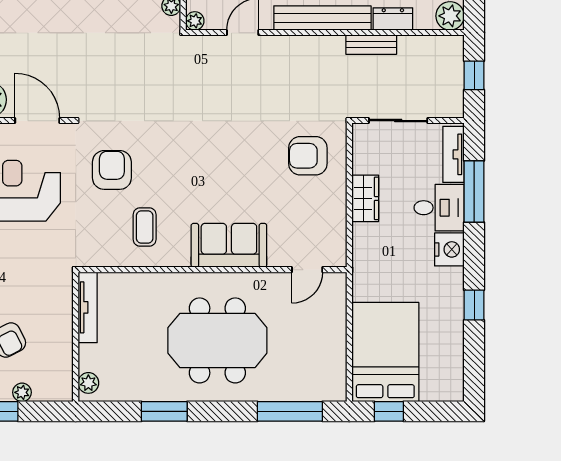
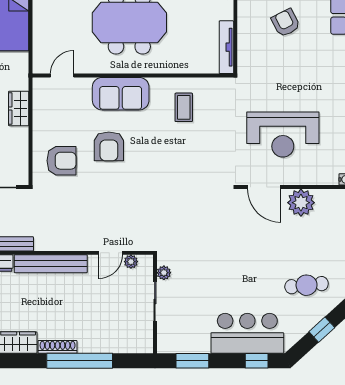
plant: (195, 21) -> (131, 262), moved
armchair: (112, 170) -> (109, 146), moved
wardrobe: (365, 198) -> (19, 108), moved

